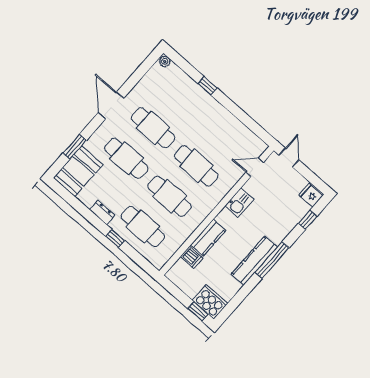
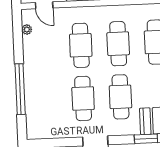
plant: (165, 61) -> (27, 30), moved
window: (207, 86) -> (20, 89), width x3.17

